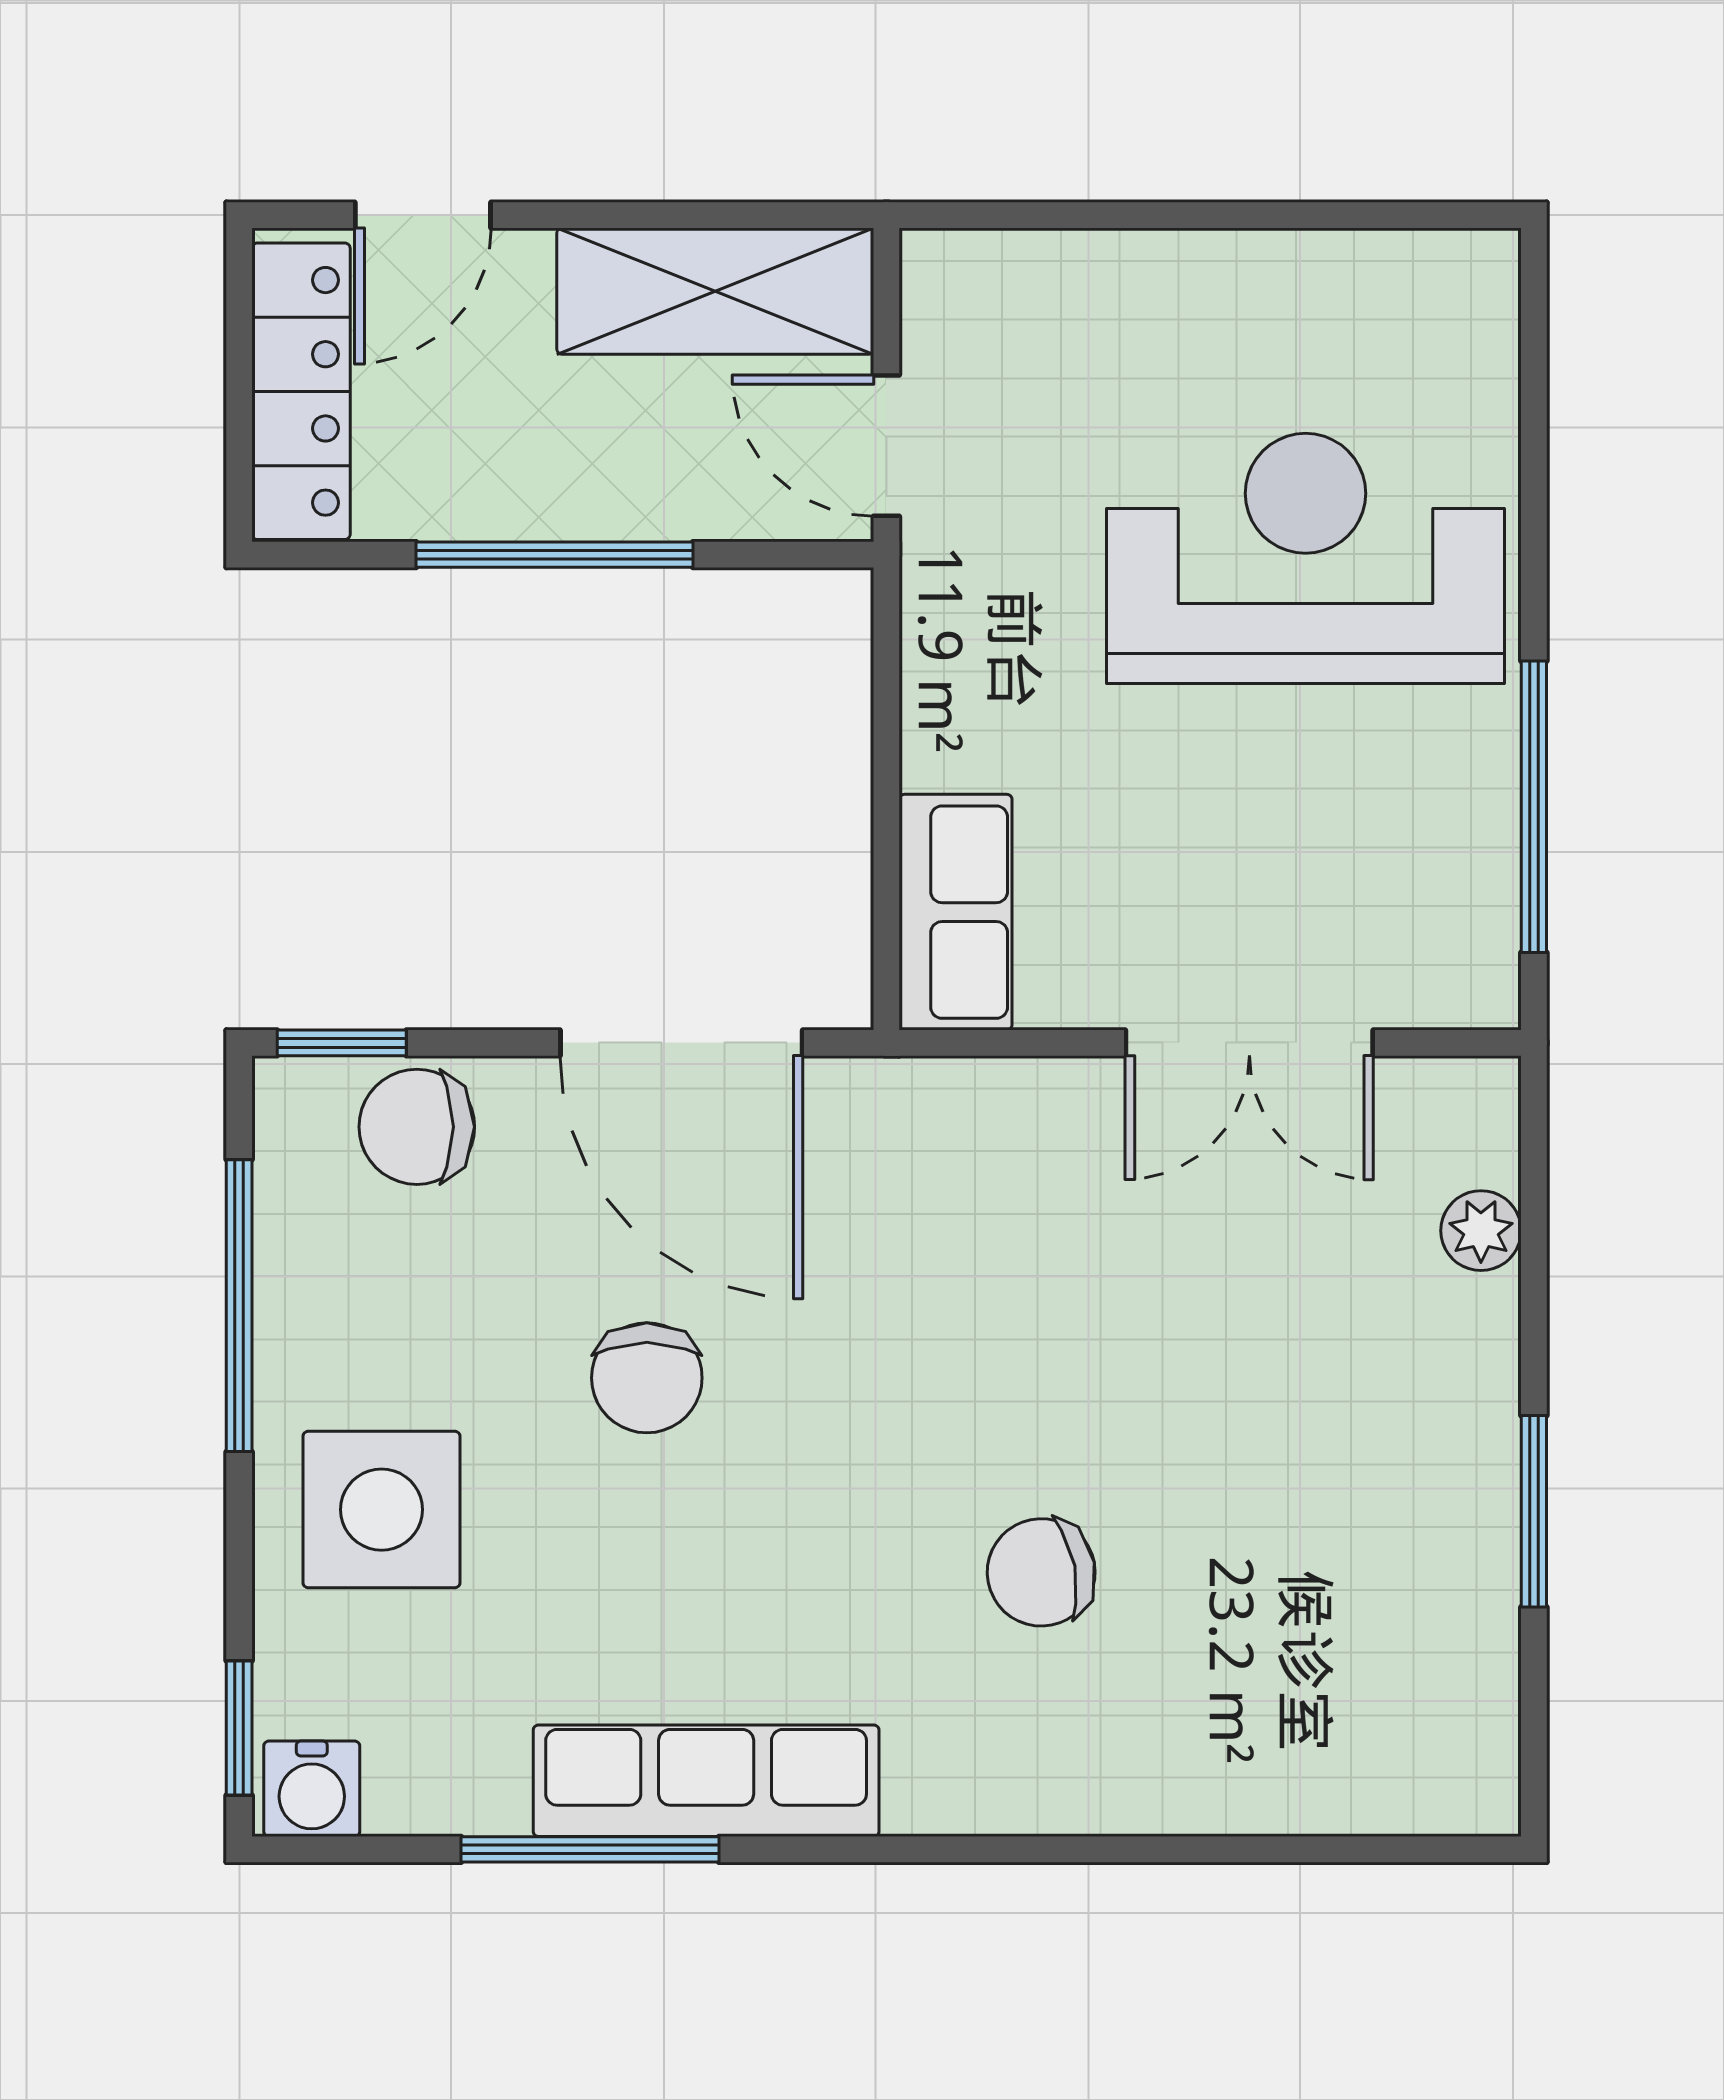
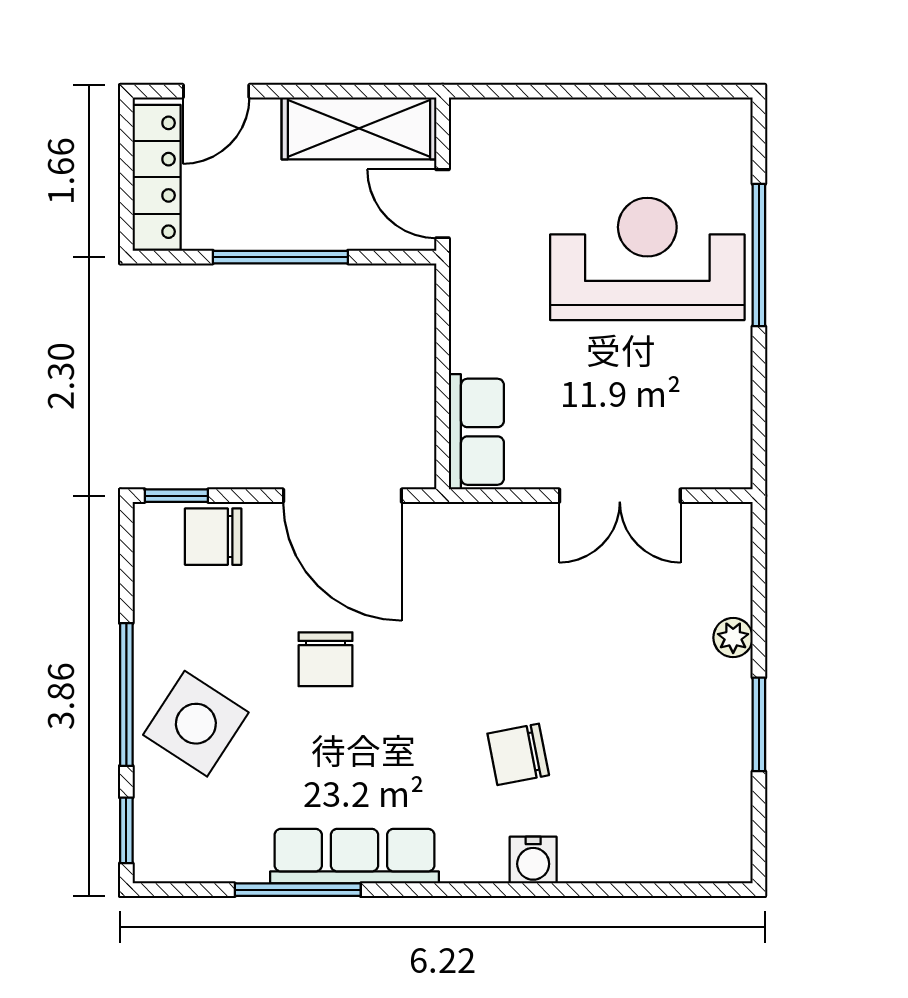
window: (1534, 807) -> (759, 255), moved
plant: (1481, 1231) -> (733, 638), moved
window: (239, 1306) -> (126, 695), moved
side table: (382, 1510) -> (196, 724), turned 33
water cooler: (312, 1789) -> (533, 860), moved

